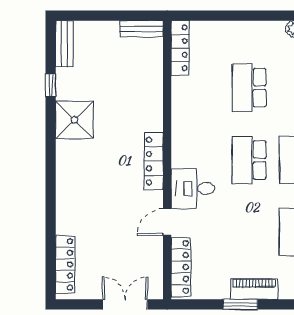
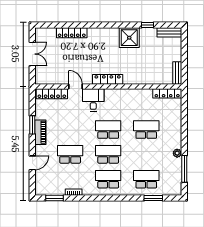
locker: (65, 264) -> (72, 33), moved
double door: (125, 304) -> (32, 54), moved

